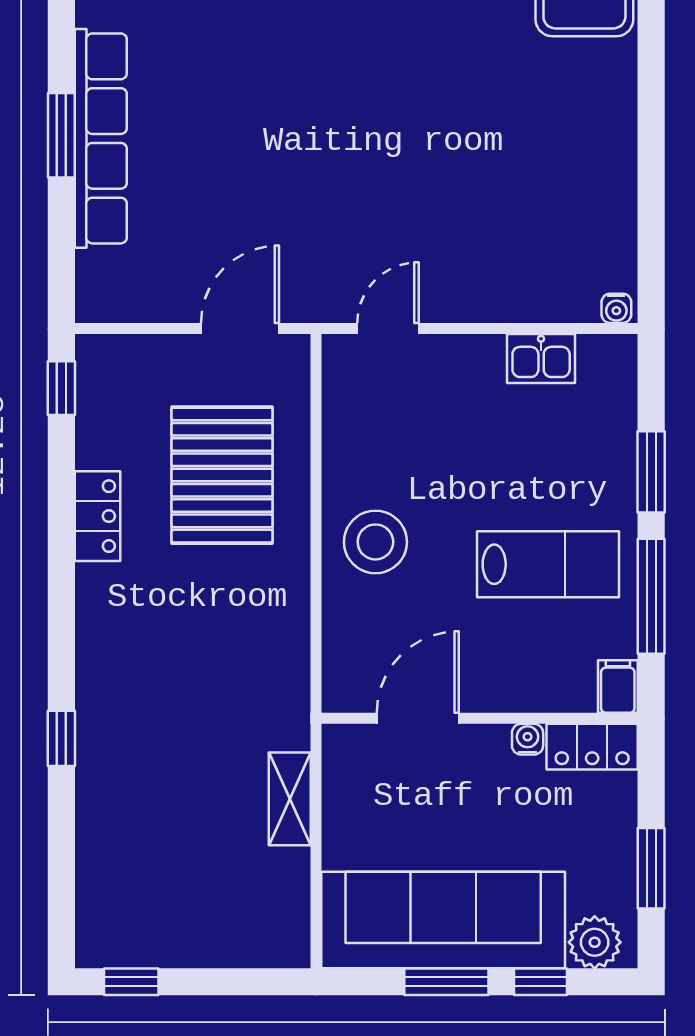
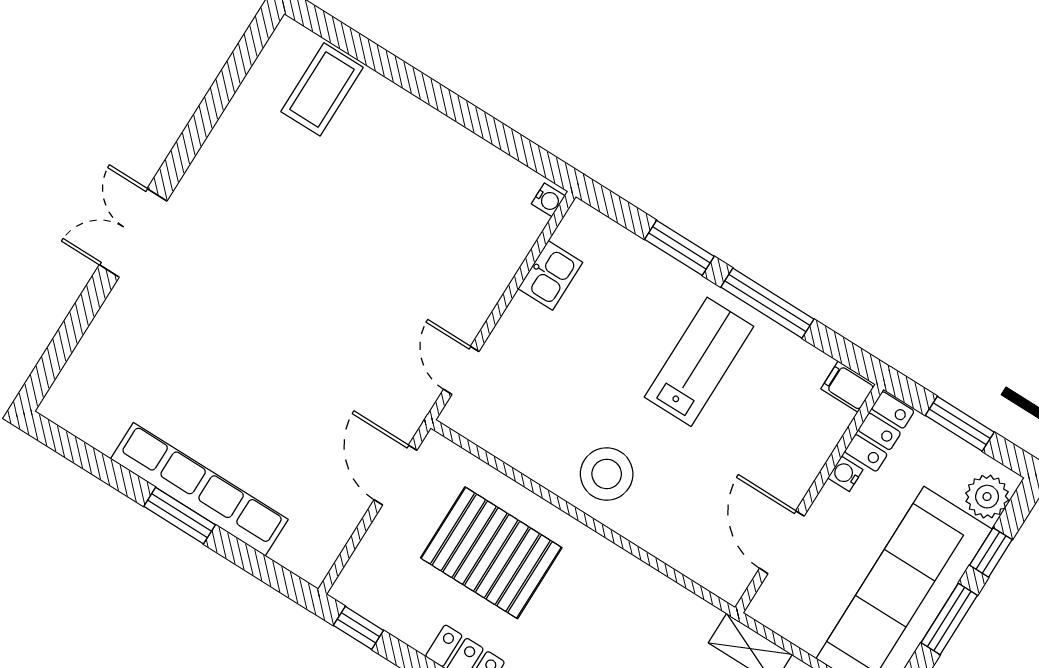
filing cabinet: (618, 687) -> (848, 387), moved
door: (418, 718) -> (782, 542), moved
wall: (479, 718) -> (809, 499), moved
water cooler: (528, 739) -> (845, 474), moved
locker: (592, 747) -> (879, 431), moved

